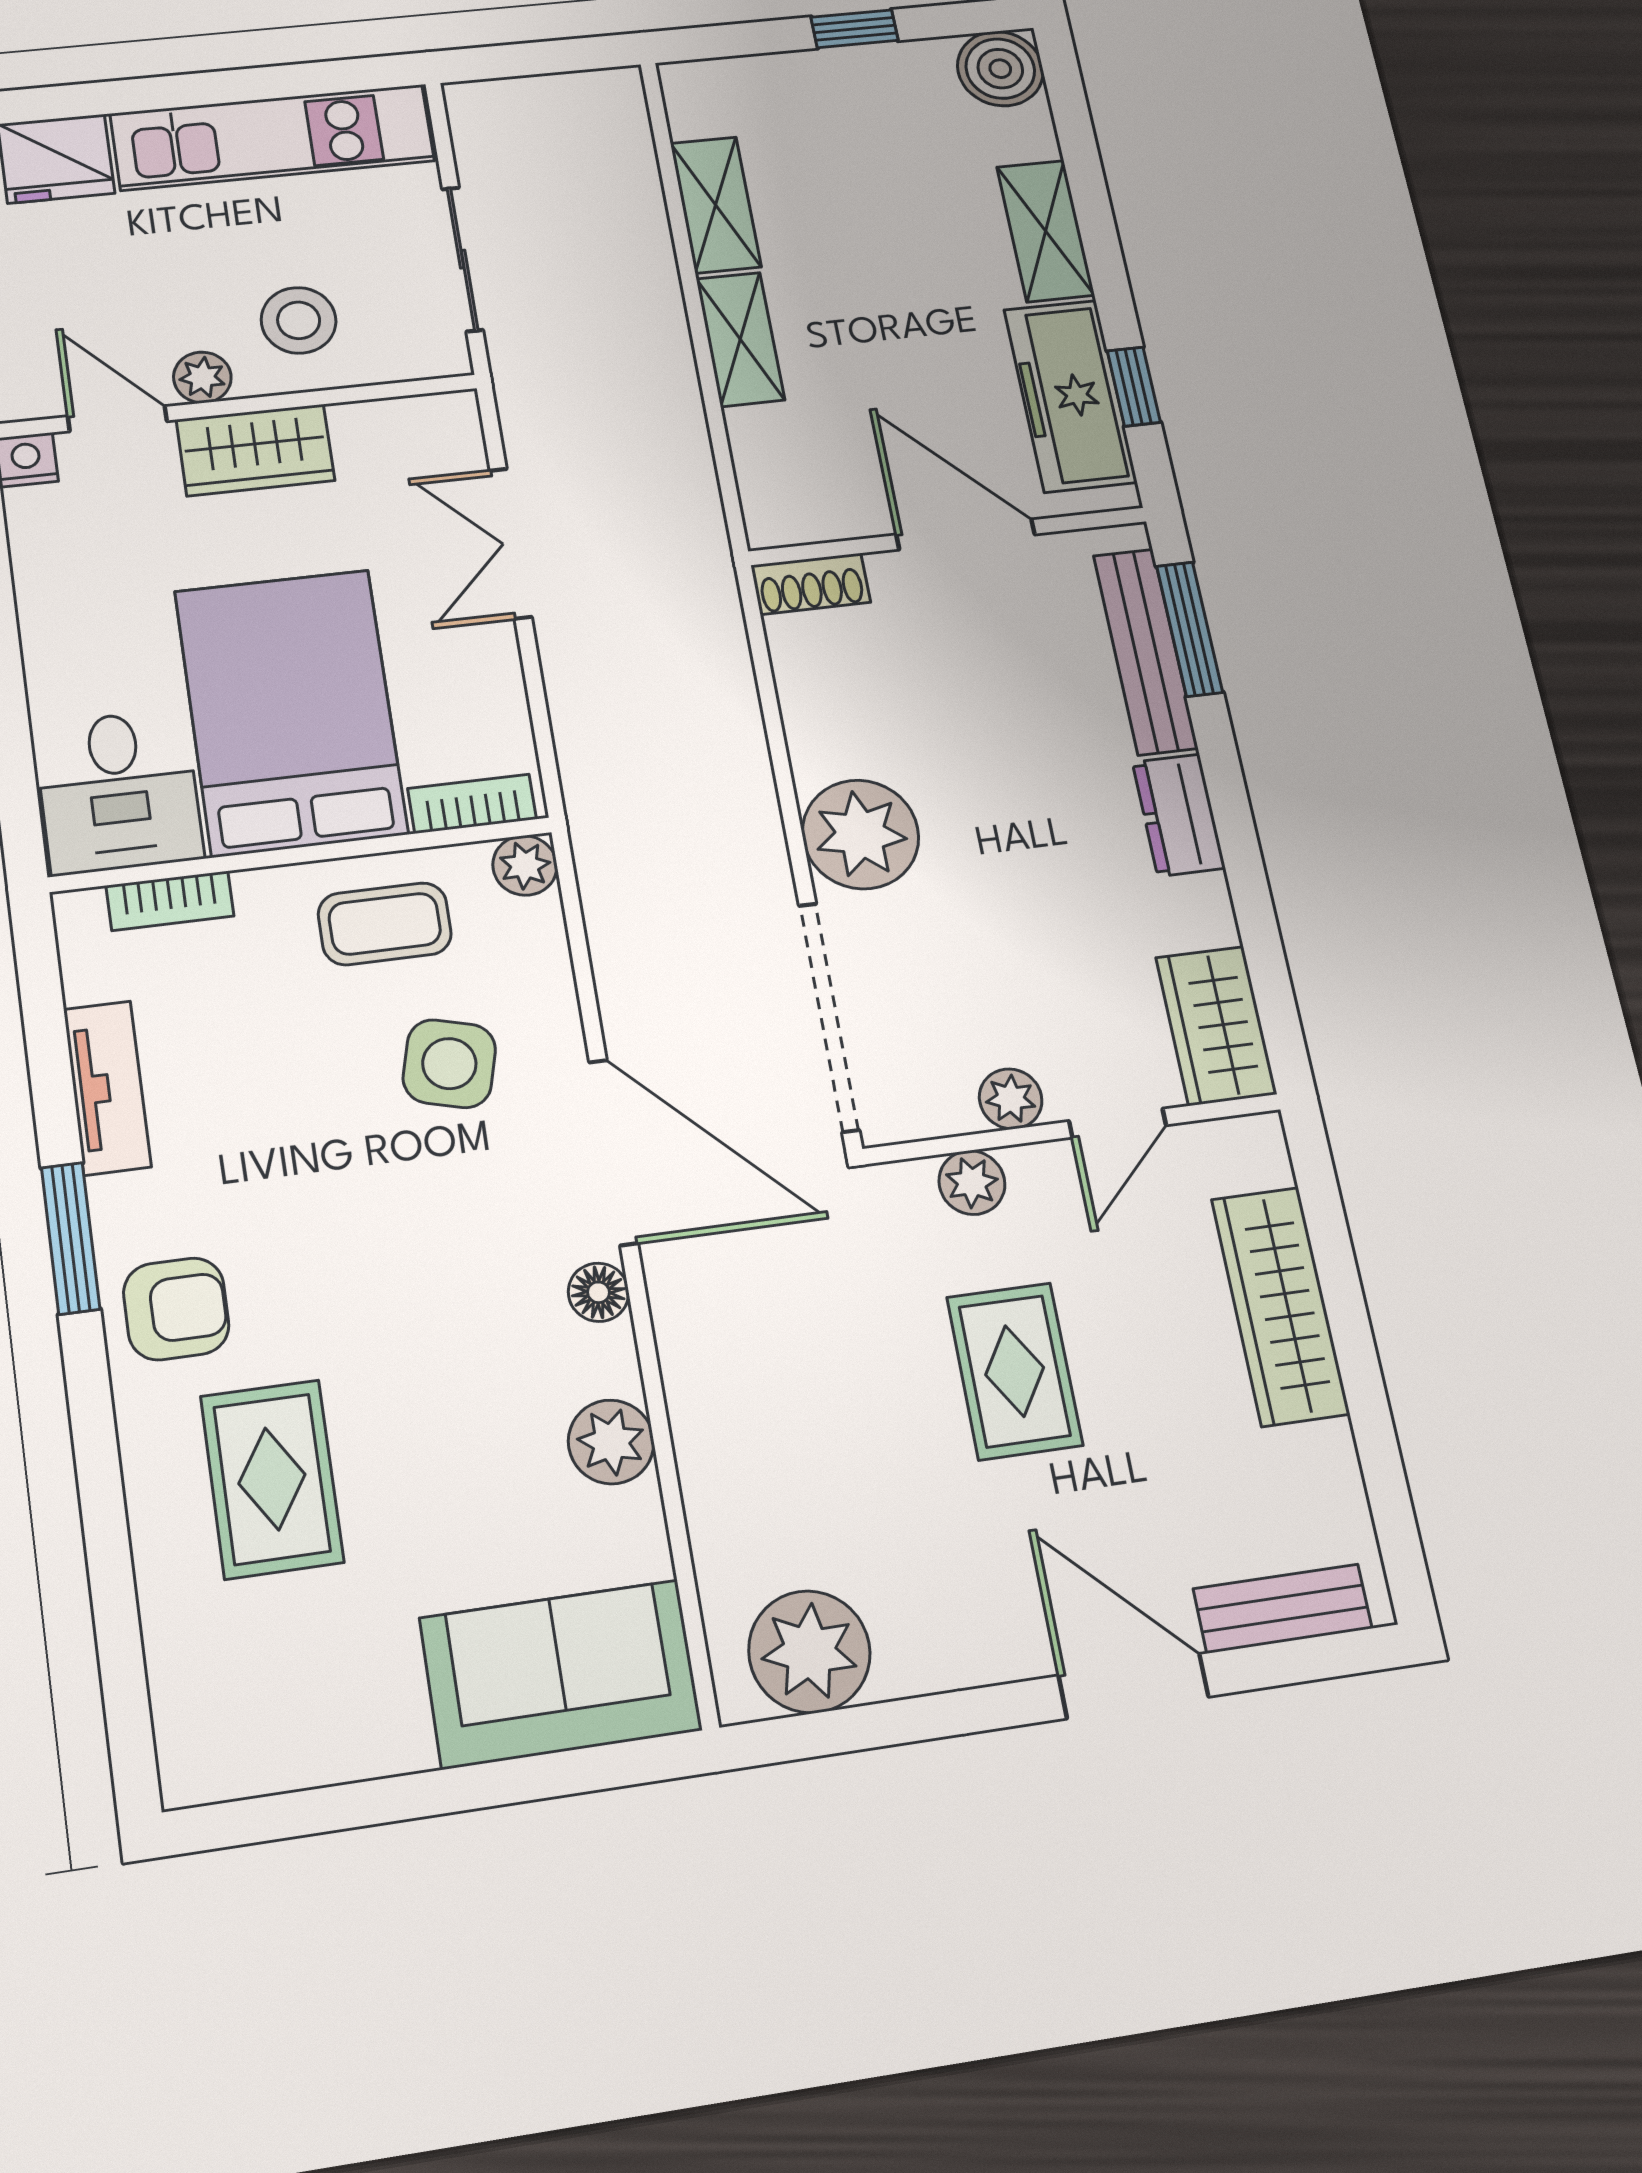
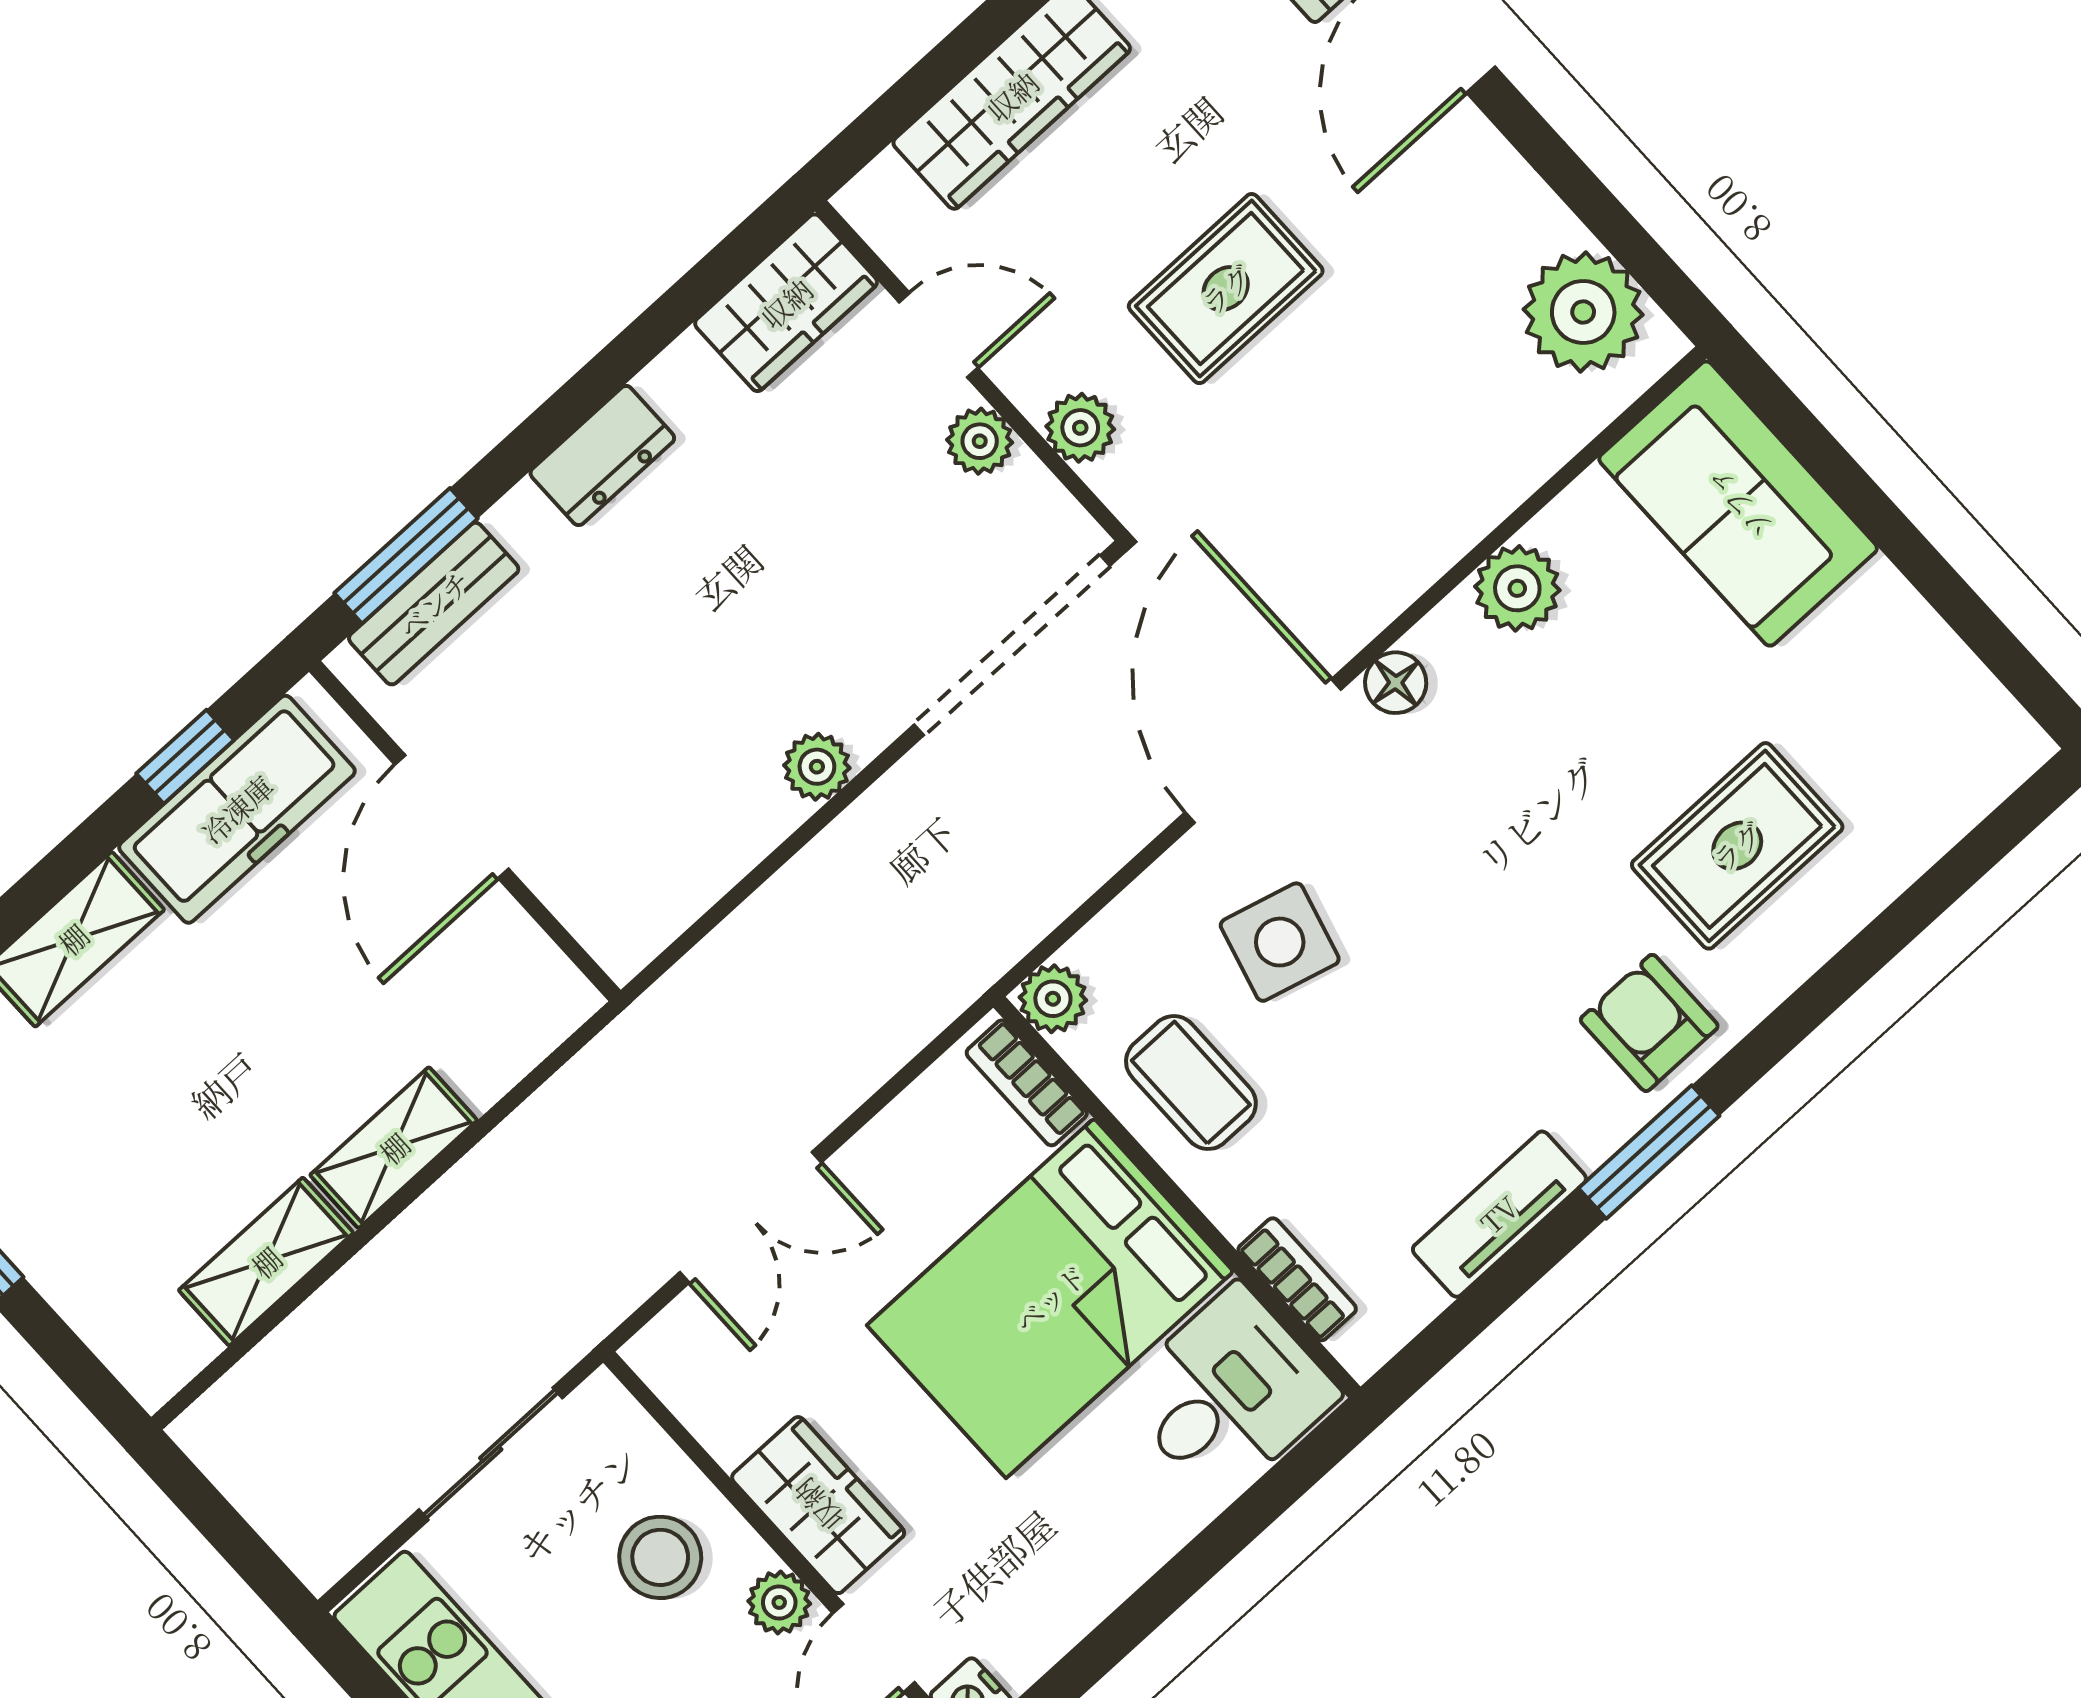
shoe rack: (811, 584) -> (601, 925), removed
bench: (1145, 651) -> (434, 604), width x0.73
plant: (861, 834) -> (817, 767), width x0.53, depth x0.53

